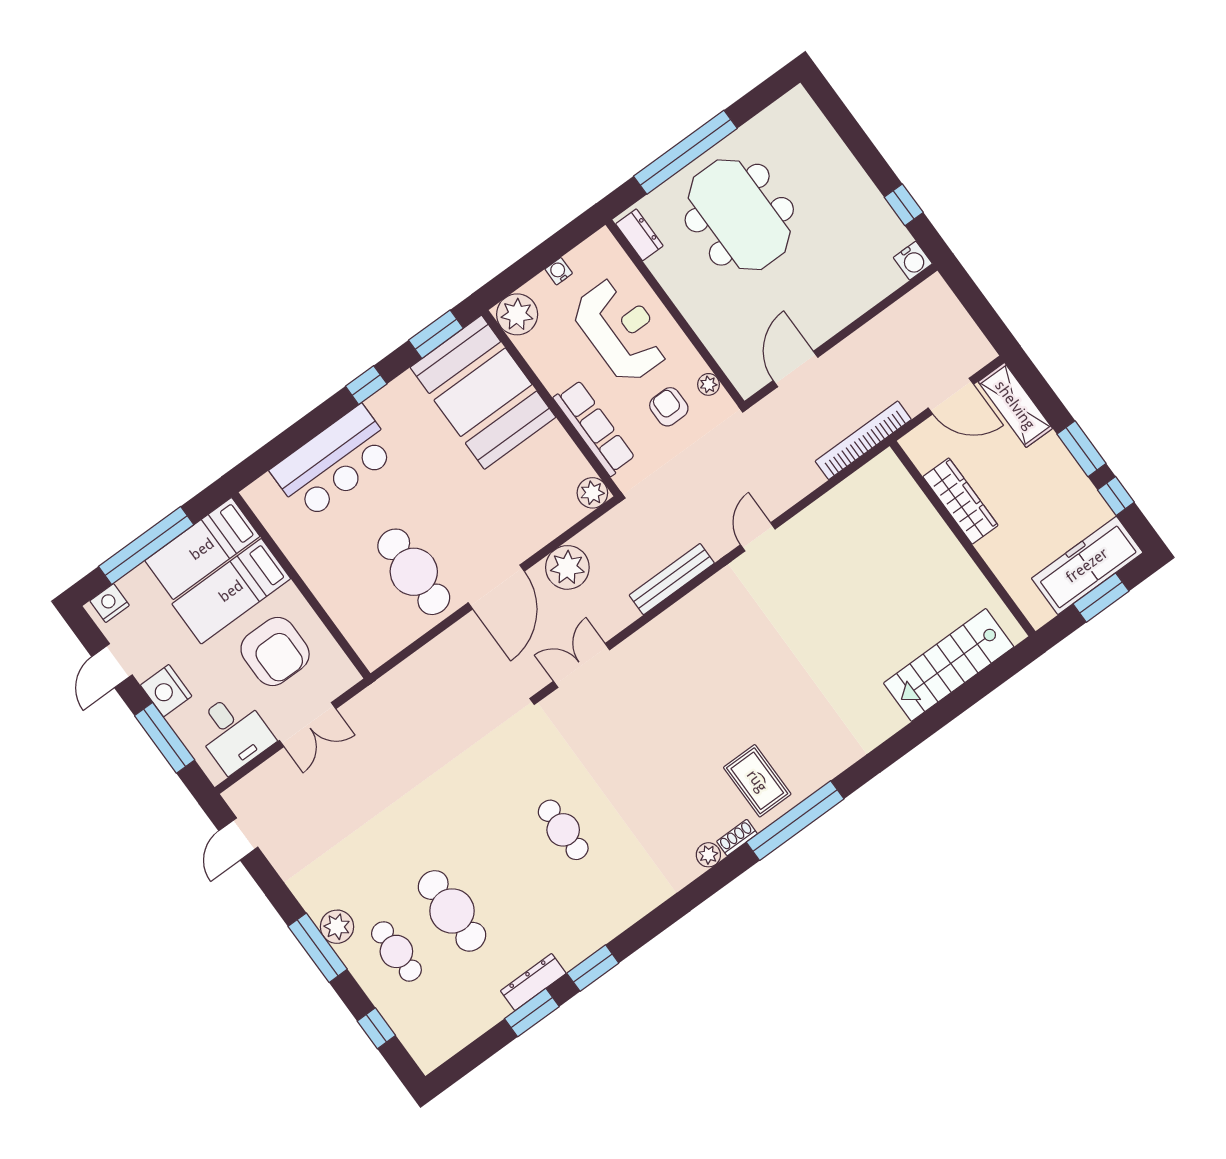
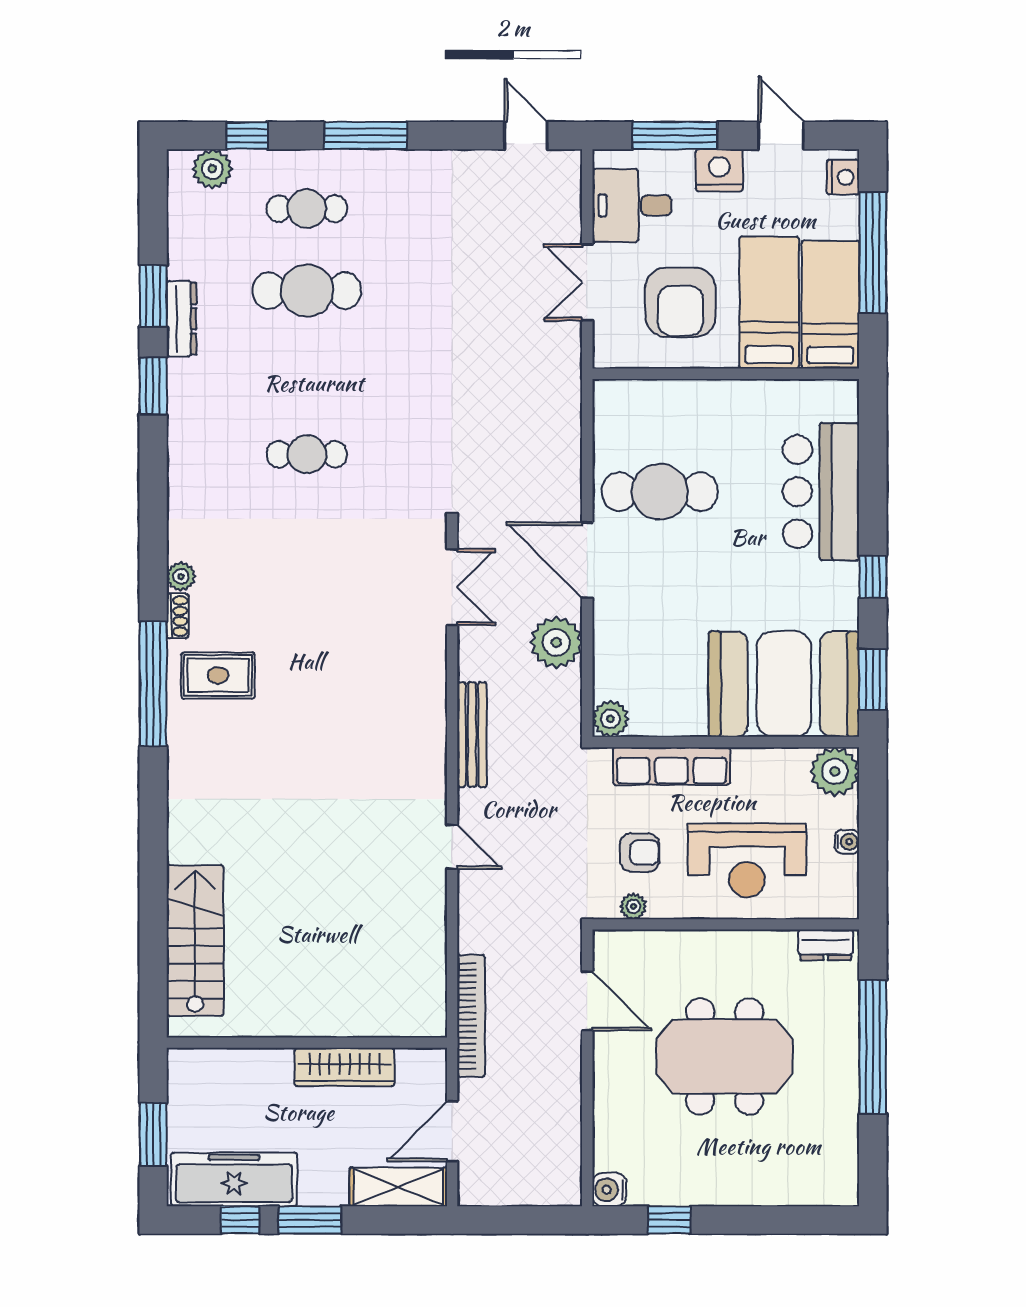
meeting table: (739, 215) -> (725, 1056), moved
freezer: (1087, 565) -> (234, 1180), moved, turned -90
armchair: (275, 651) -> (680, 302), turned -90
plant: (337, 927) -> (212, 169), moved

